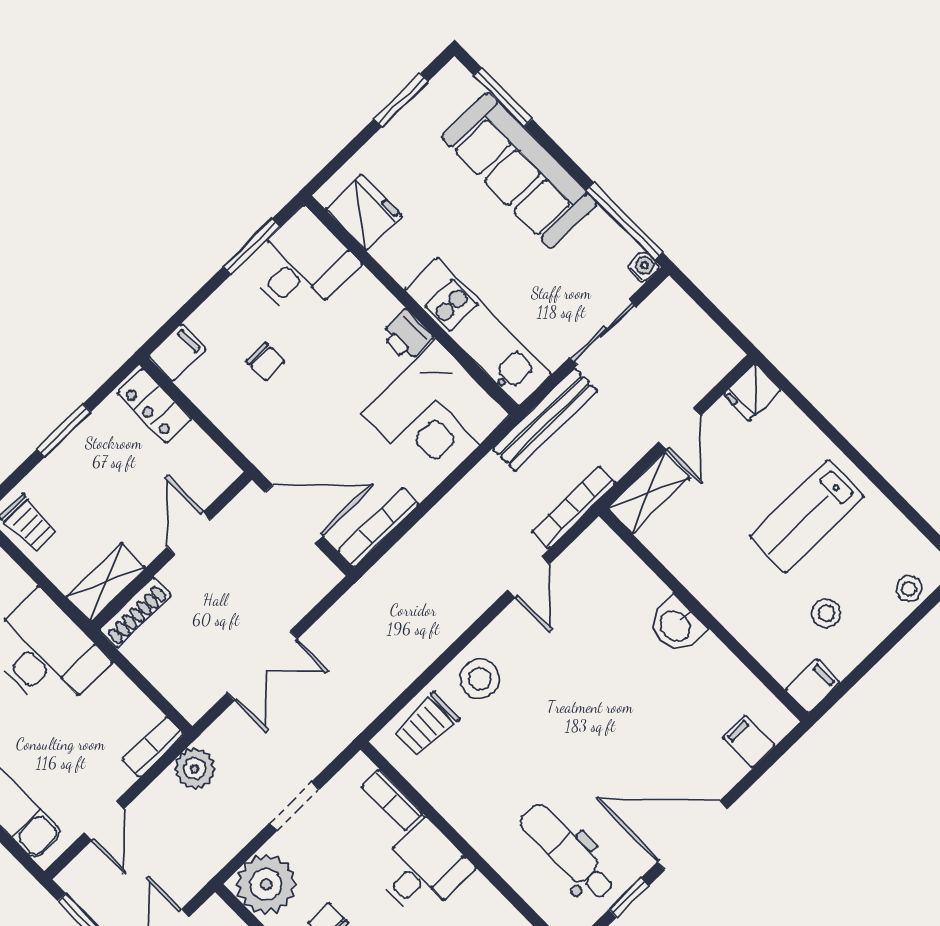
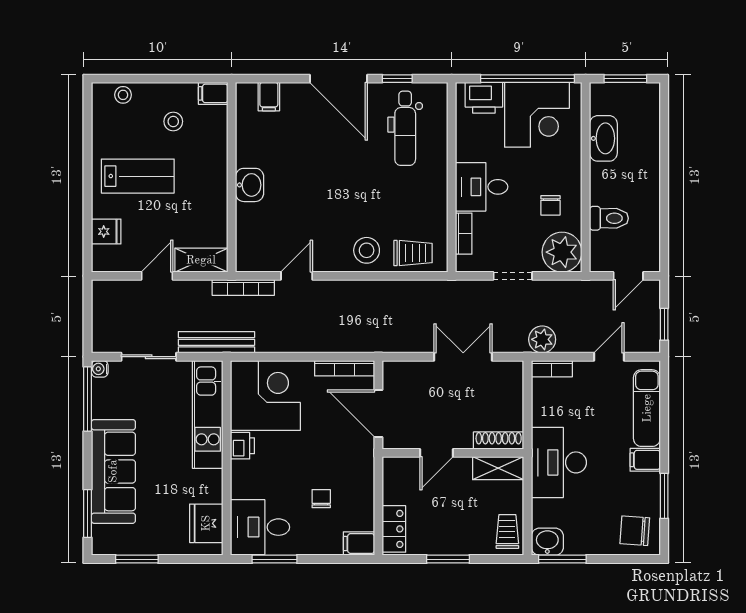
fridge: (752, 392) -> (106, 231), moved

